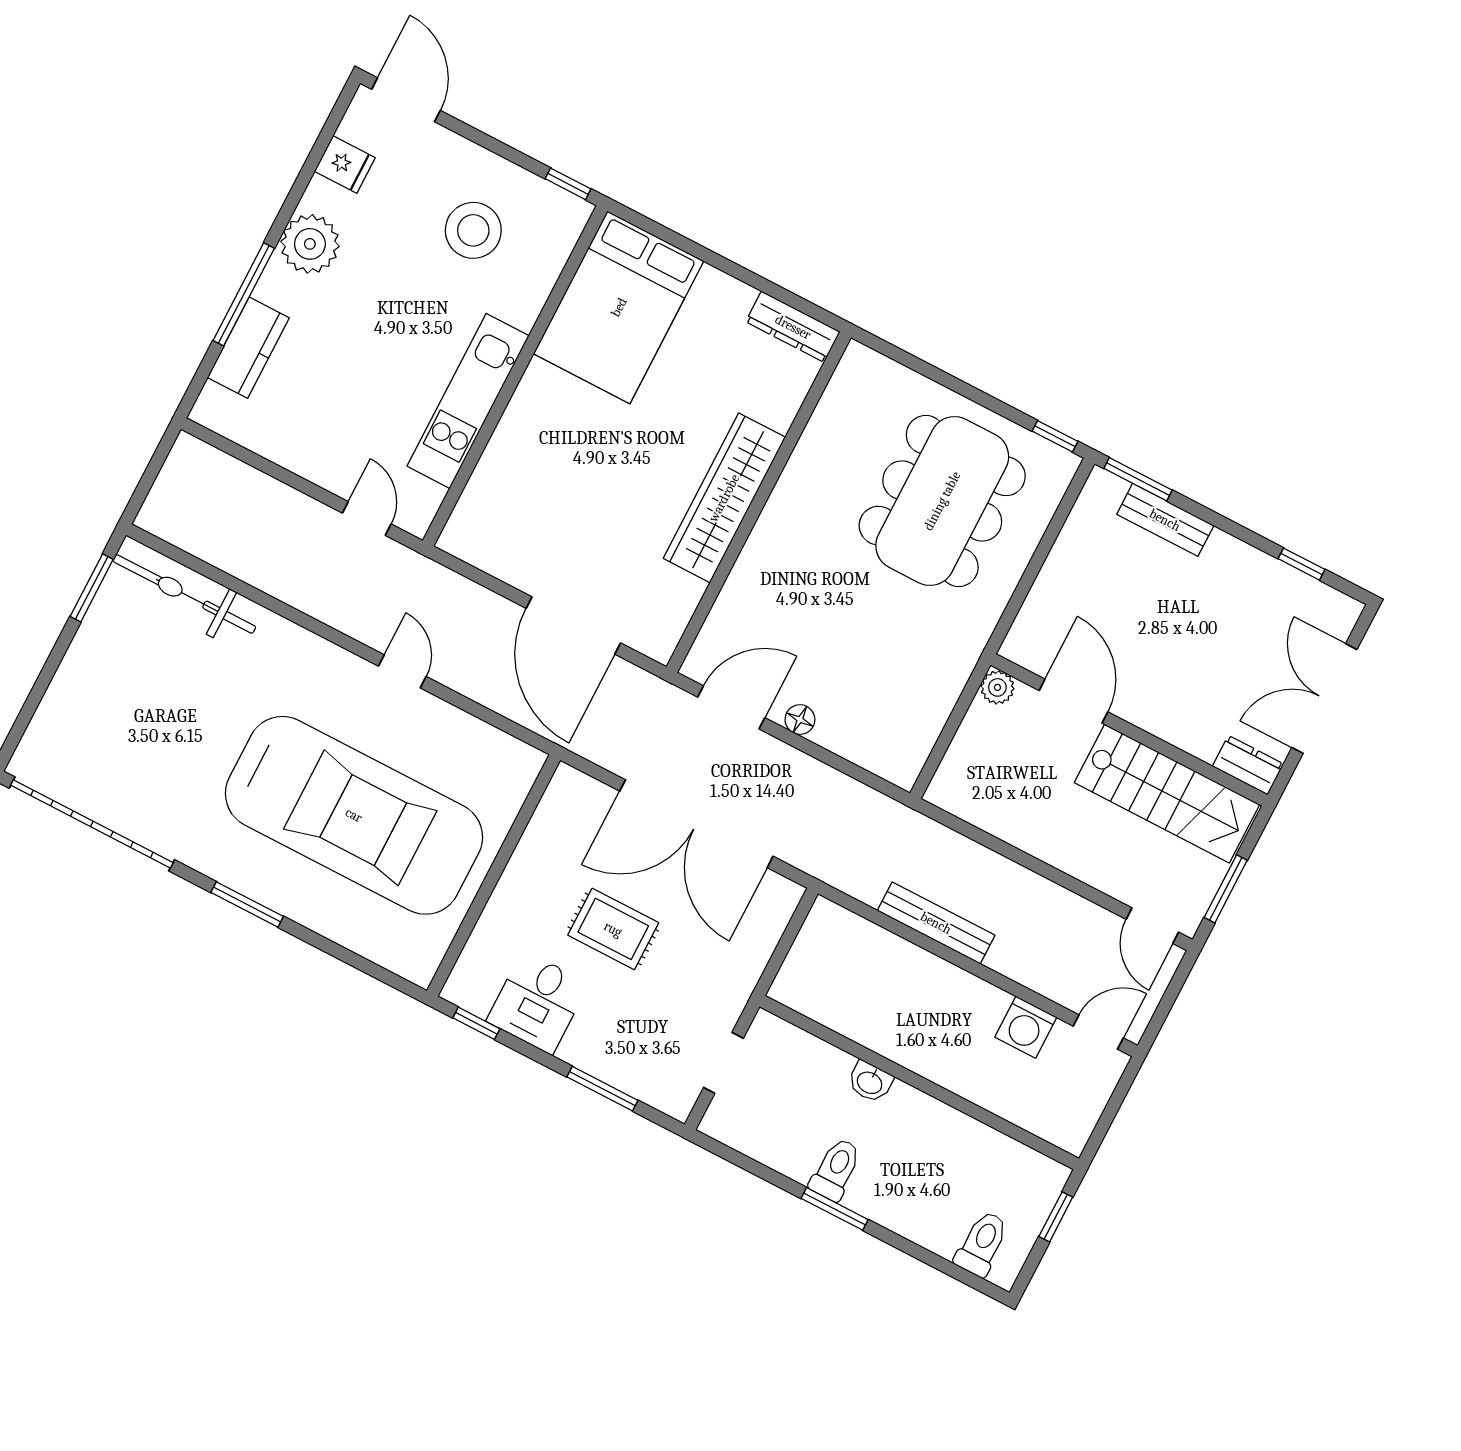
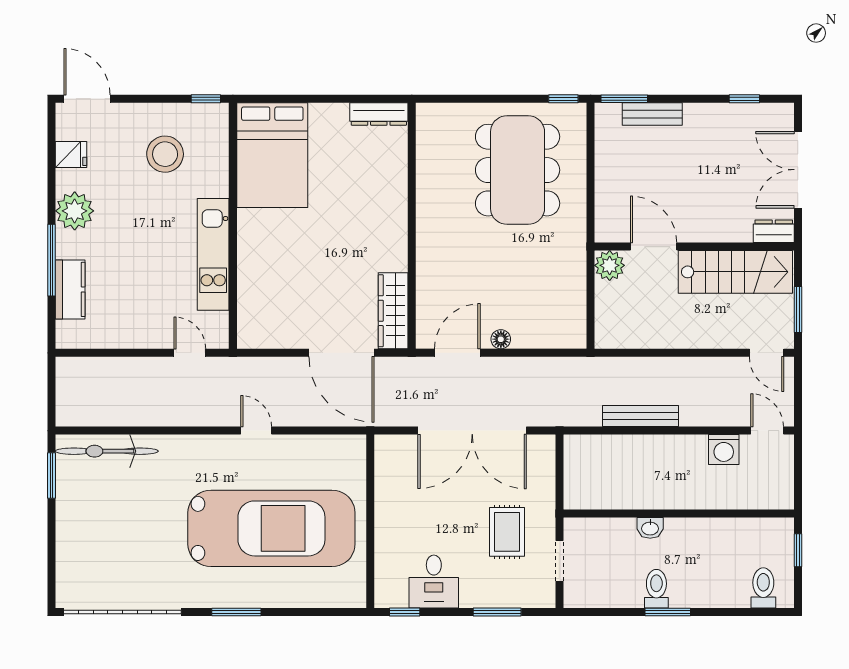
wardrobe: (724, 498) -> (393, 311), moved, width x0.71, depth x0.85
plant: (997, 687) -> (610, 265), width x1.38, depth x1.38
rug: (613, 929) -> (507, 532), moved, turned 90
door: (1098, 1032) -> (767, 431), hinge flipped

